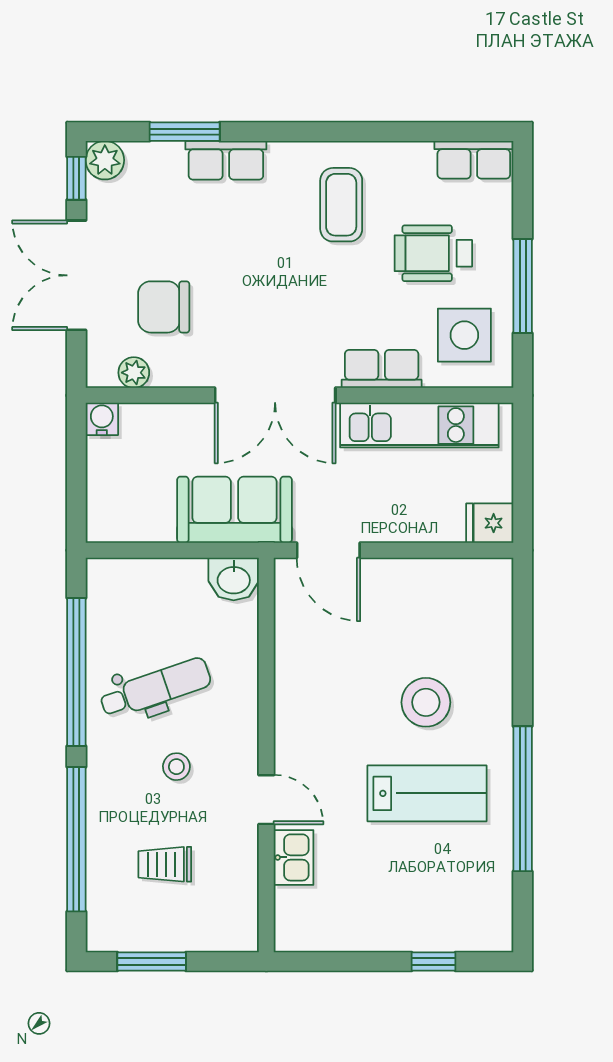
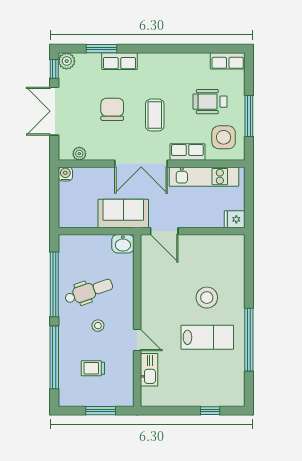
coffee table: (341, 205) -> (155, 115), moved
chair: (164, 307) -> (112, 109), moved, turned 90
kitchen sink: (294, 857) -> (149, 370), width x1.38
window: (152, 961) -> (101, 411), moved

